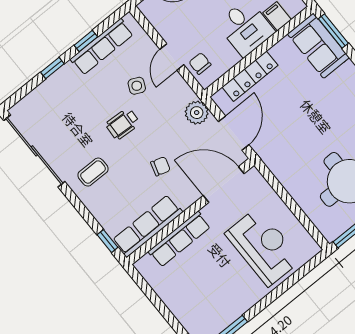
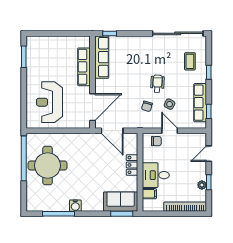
window: (86, 41) -> (209, 111), moved
locker: (250, 76) -> (132, 165), width x0.66
plant: (197, 113) -> (135, 121), removed
chair: (160, 166) -> (147, 106), moved
coffee table: (93, 172) -> (190, 61), moved
reception desk: (263, 247) -> (50, 102), turned 90

